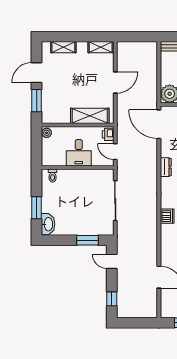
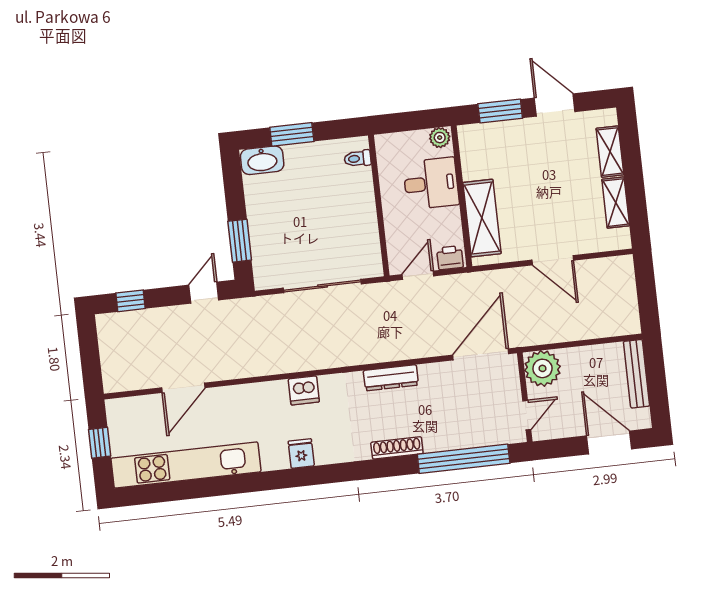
shelving: (101, 47) -> (616, 203), moved
desk: (79, 153) -> (431, 183), moved, turned 180
dresser: (166, 167) -> (391, 378), width x1.44

